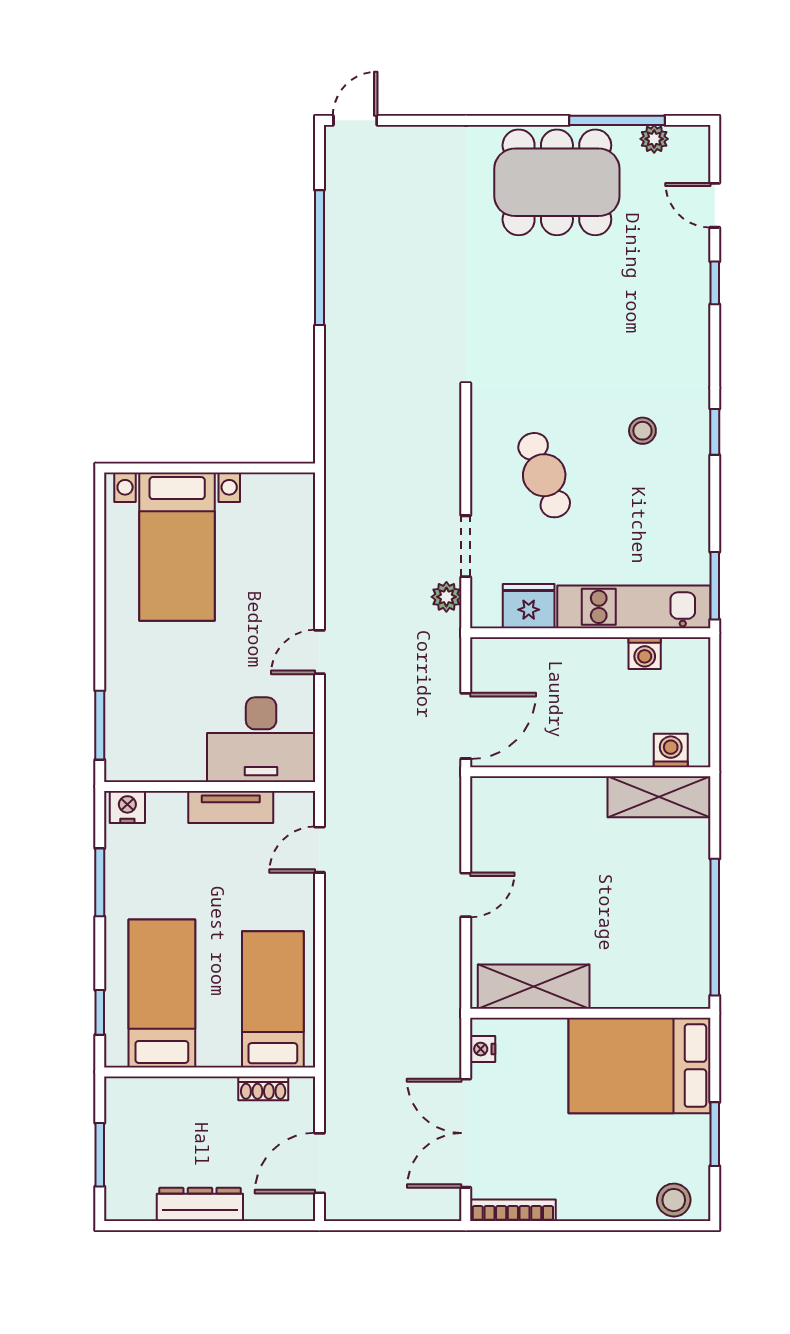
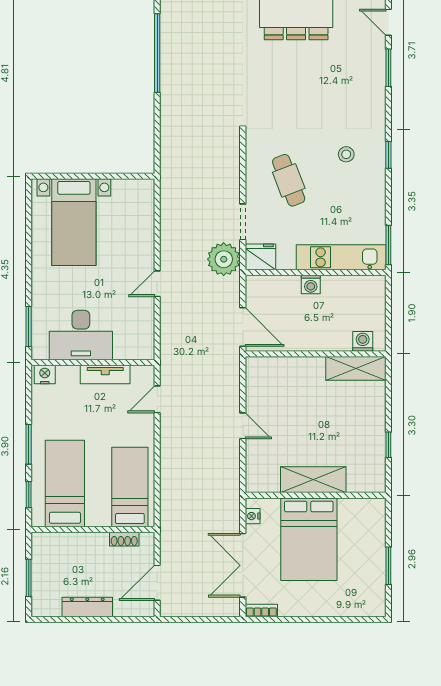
window: (715, 283) -> (388, 68), width x1.50
plant: (446, 597) -> (224, 259), width x1.87, depth x1.87
fridge: (529, 606) -> (260, 257), moved
washing machine: (645, 653) -> (311, 284), moved
door: (466, 726) -> (243, 327), hinge flipped
desk: (261, 740) -> (81, 335), moved
window: (100, 882) -> (29, 444), moved
door: (466, 895) -> (243, 426), hinge flipped
window: (715, 927) -> (388, 445), width x0.32
shelving: (534, 987) -> (313, 480), moved
bed: (639, 1066) -> (309, 539), moved, turned -90
stool: (674, 1200) -> (364, 604), removed
bookcase: (513, 1210) -> (261, 610), width x0.64

